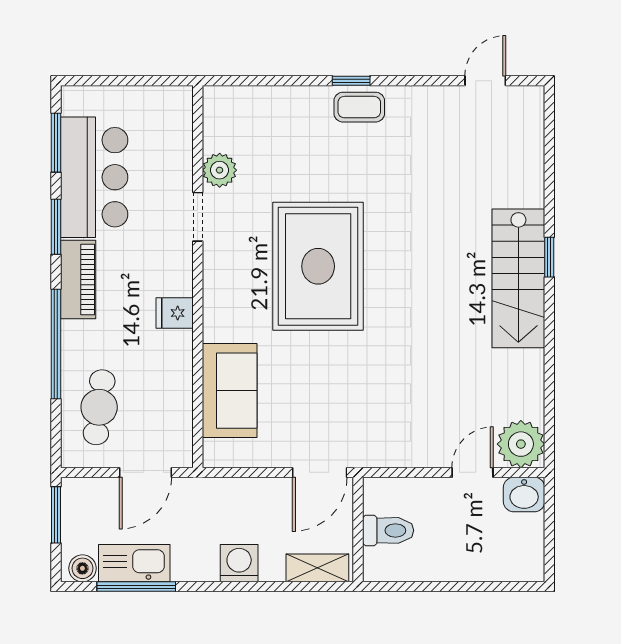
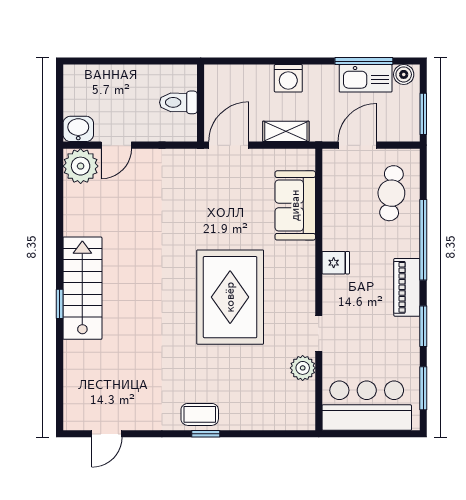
bar counter: (94, 177) -> (367, 406), moved, turned 90
shelving: (317, 568) -> (286, 131), moved

